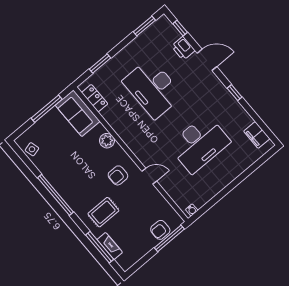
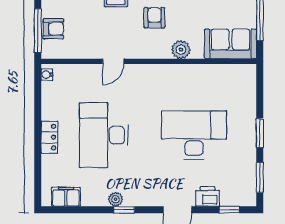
window: (100, 64) -> (260, 133), moved
locker: (95, 98) -> (49, 137), moved, turned -90
plant: (233, 103) -> (115, 199), added
armchair: (118, 175) -> (154, 18), moved
armchair: (160, 230) -> (53, 29), turned 90

